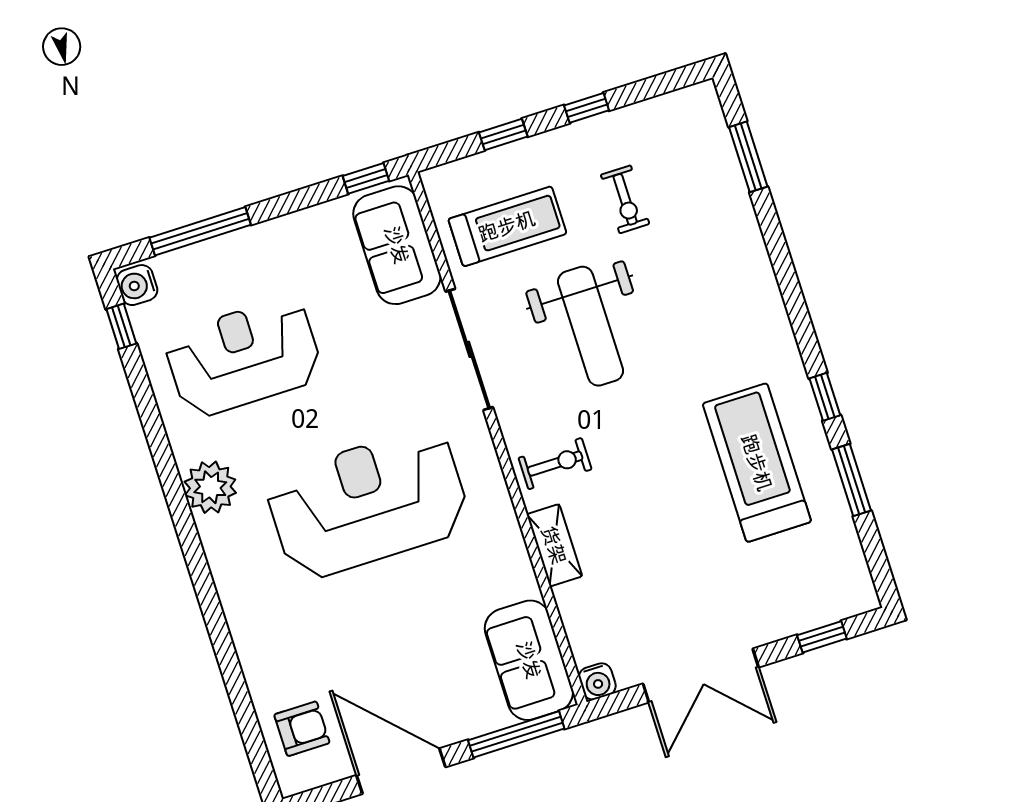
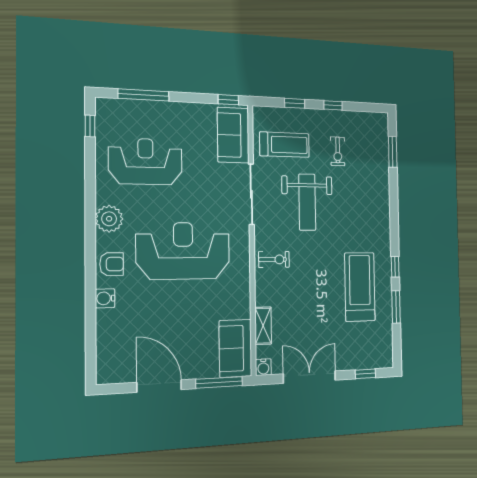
water cooler: (137, 285) -> (105, 298), moved
shelving: (554, 545) -> (263, 326), moved
double door: (701, 675) -> (310, 377), swing flipped
armchair: (302, 729) -> (112, 264), moved

